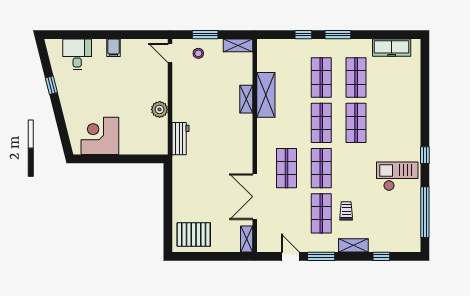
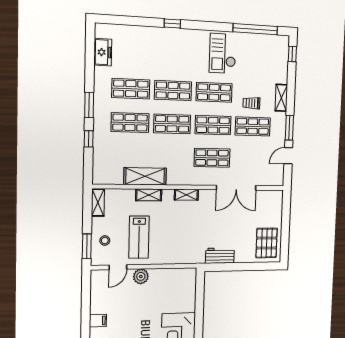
window: (205, 35) -> (87, 246), moved
freezer: (392, 48) -> (103, 52), width x0.71
door: (170, 53) -> (118, 267), moved
lab bench: (201, 90) -> (139, 237), added
plant: (160, 109) -> (141, 276), moved
workbench: (180, 139) -> (220, 256), moved
window: (425, 155) -> (172, 24), moved
shop shelf: (356, 168) -> (214, 92), added
shelving: (247, 239) -> (186, 195), moved
window: (381, 256) -> (292, 54), moved

